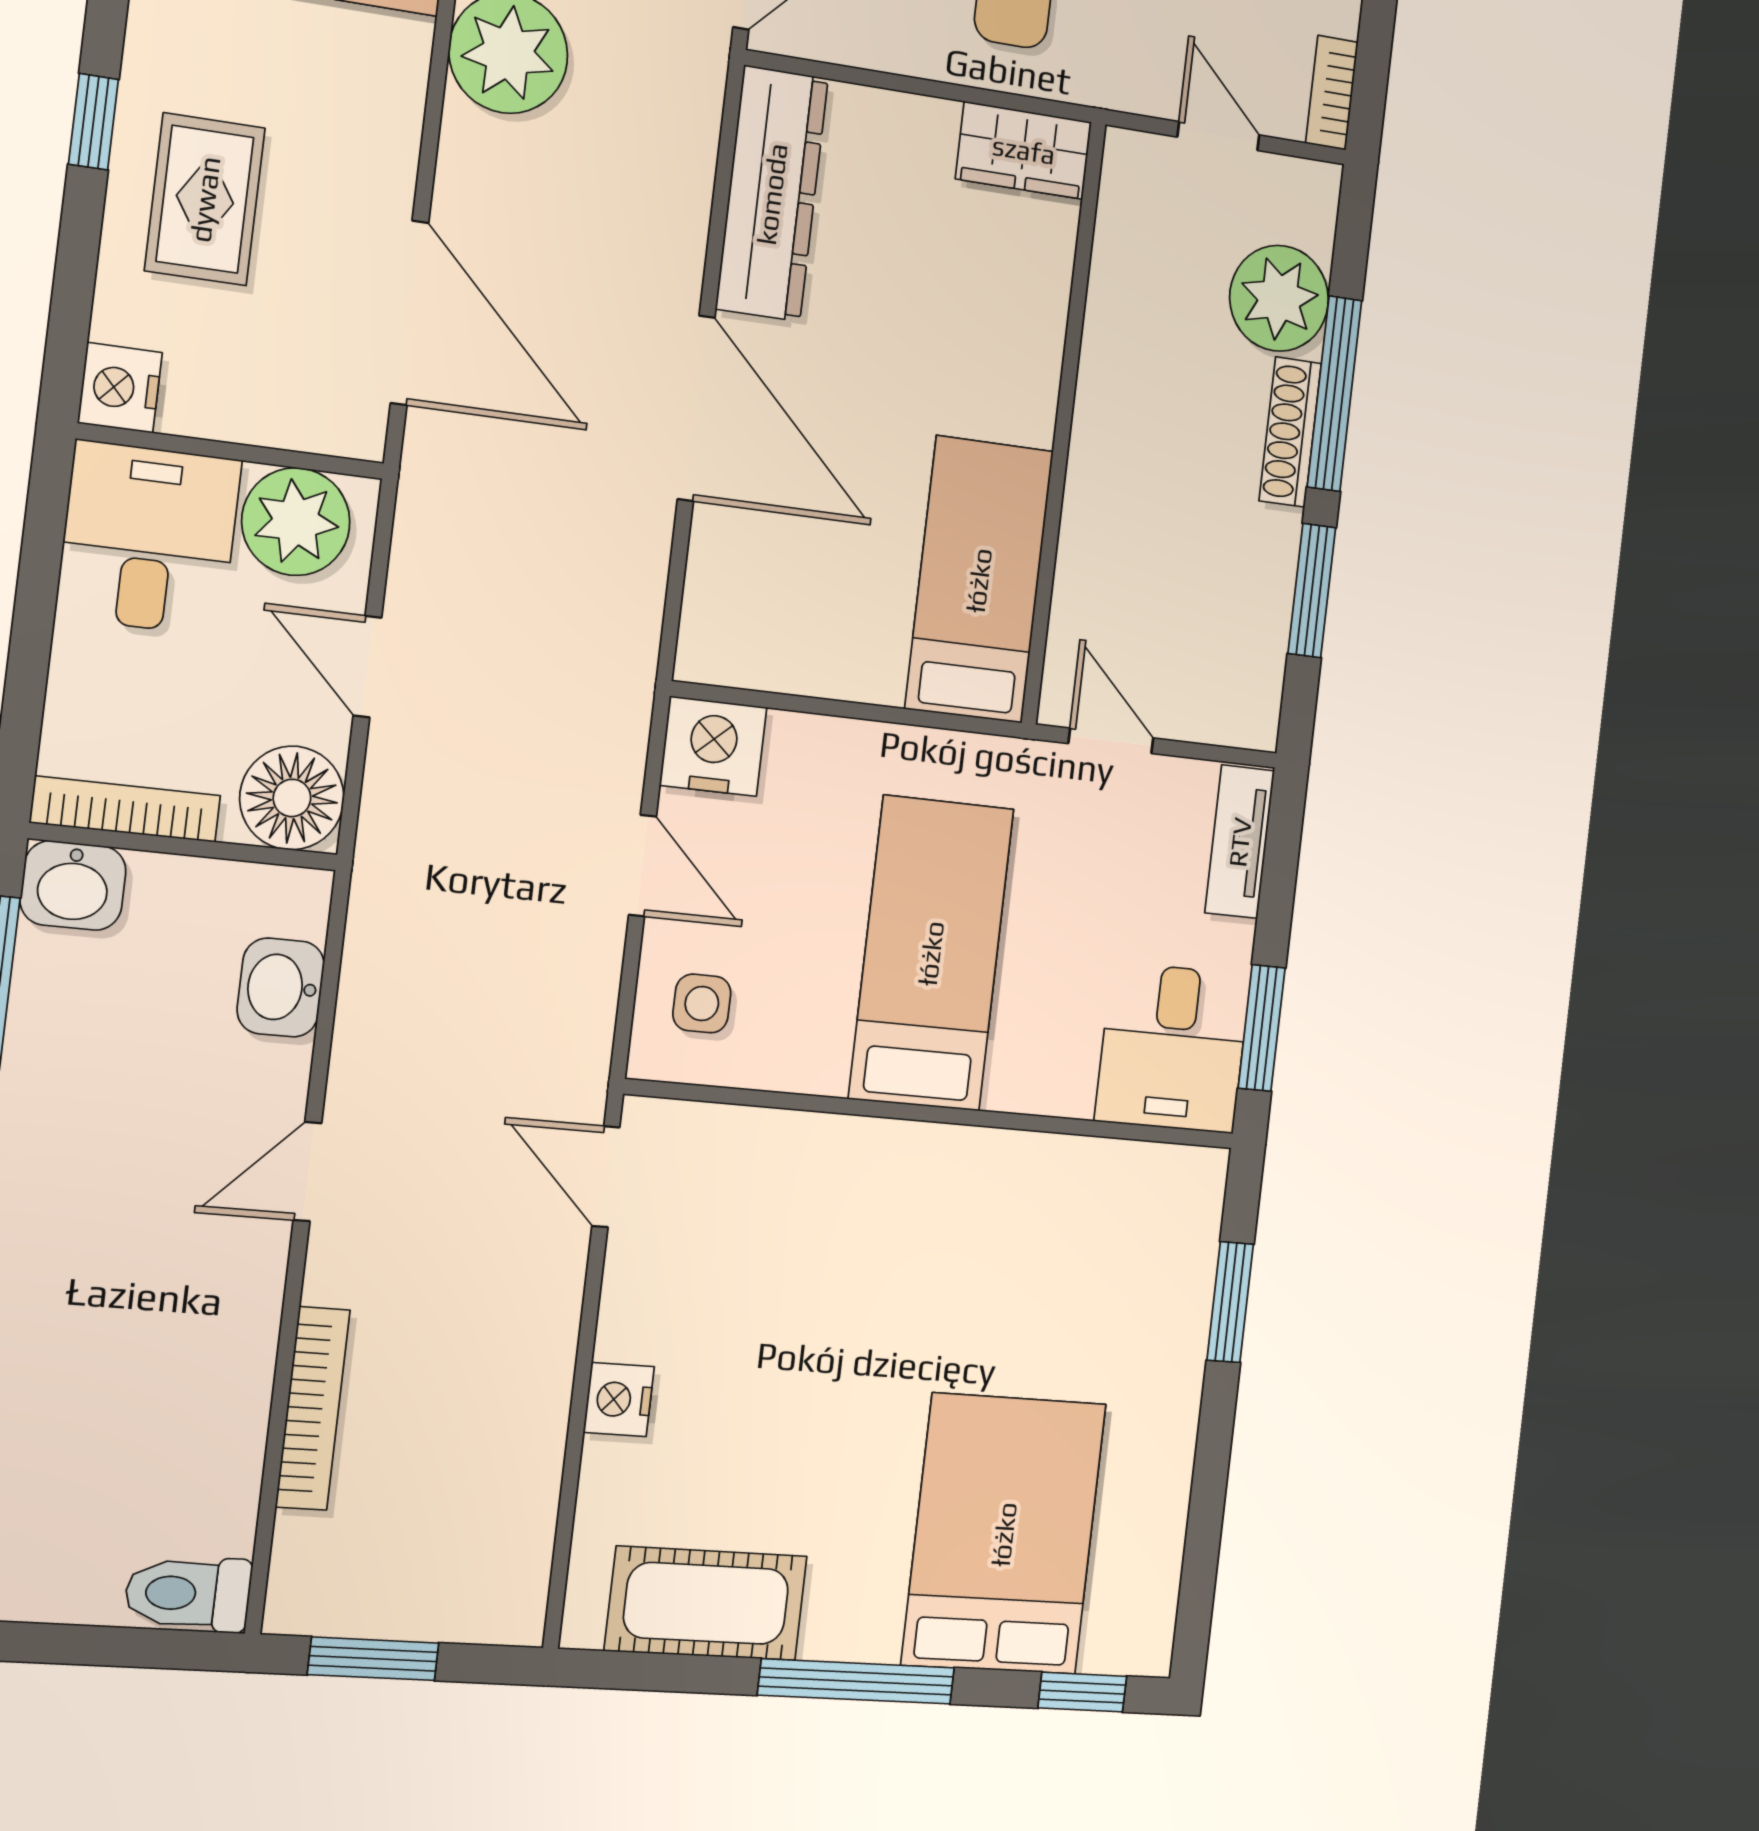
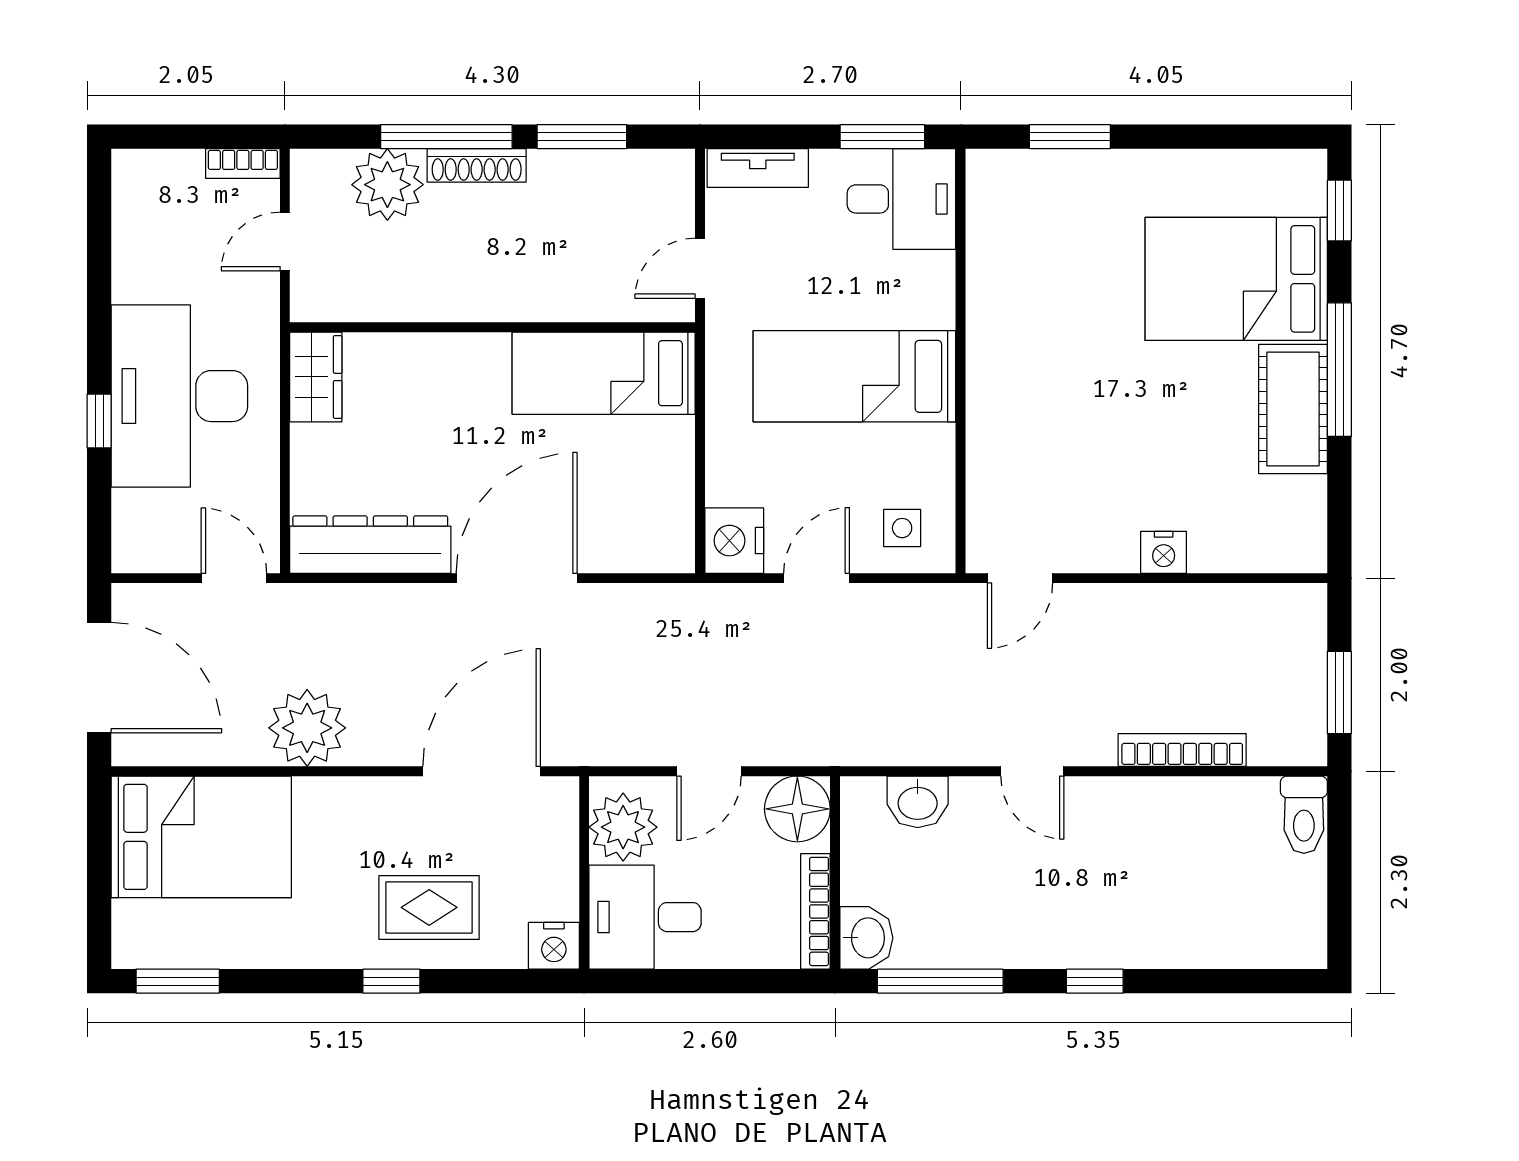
cot: (706, 1603) -> (1293, 409), moved

